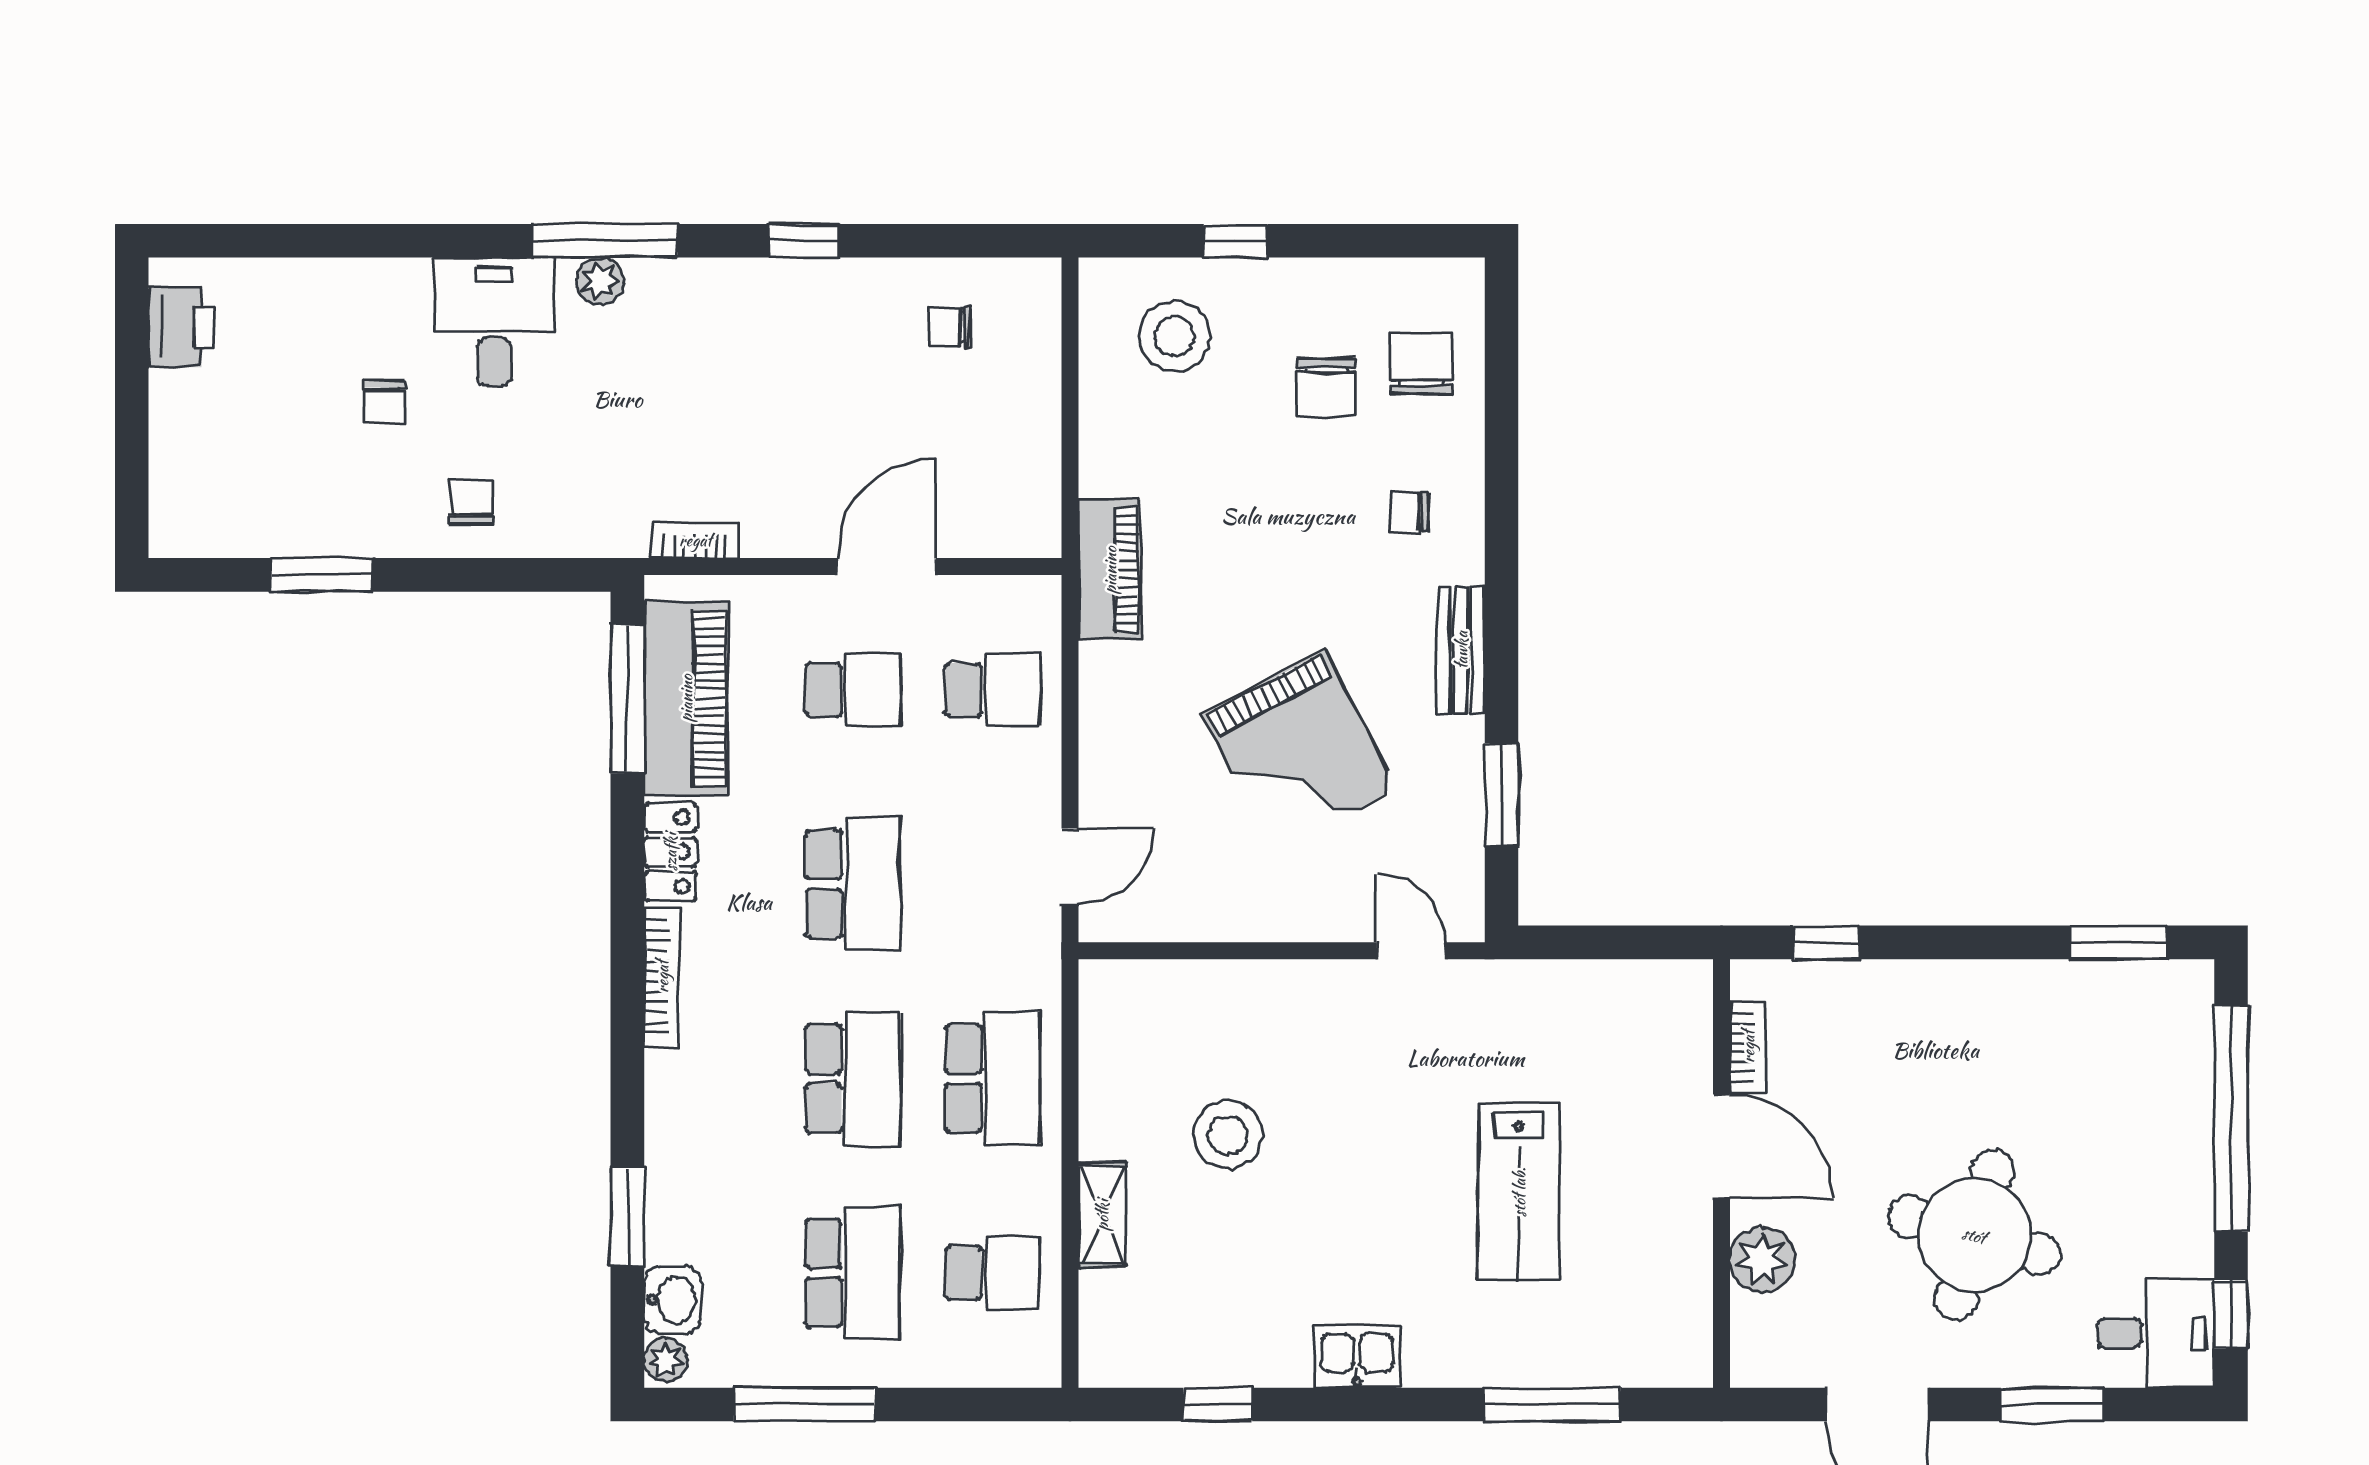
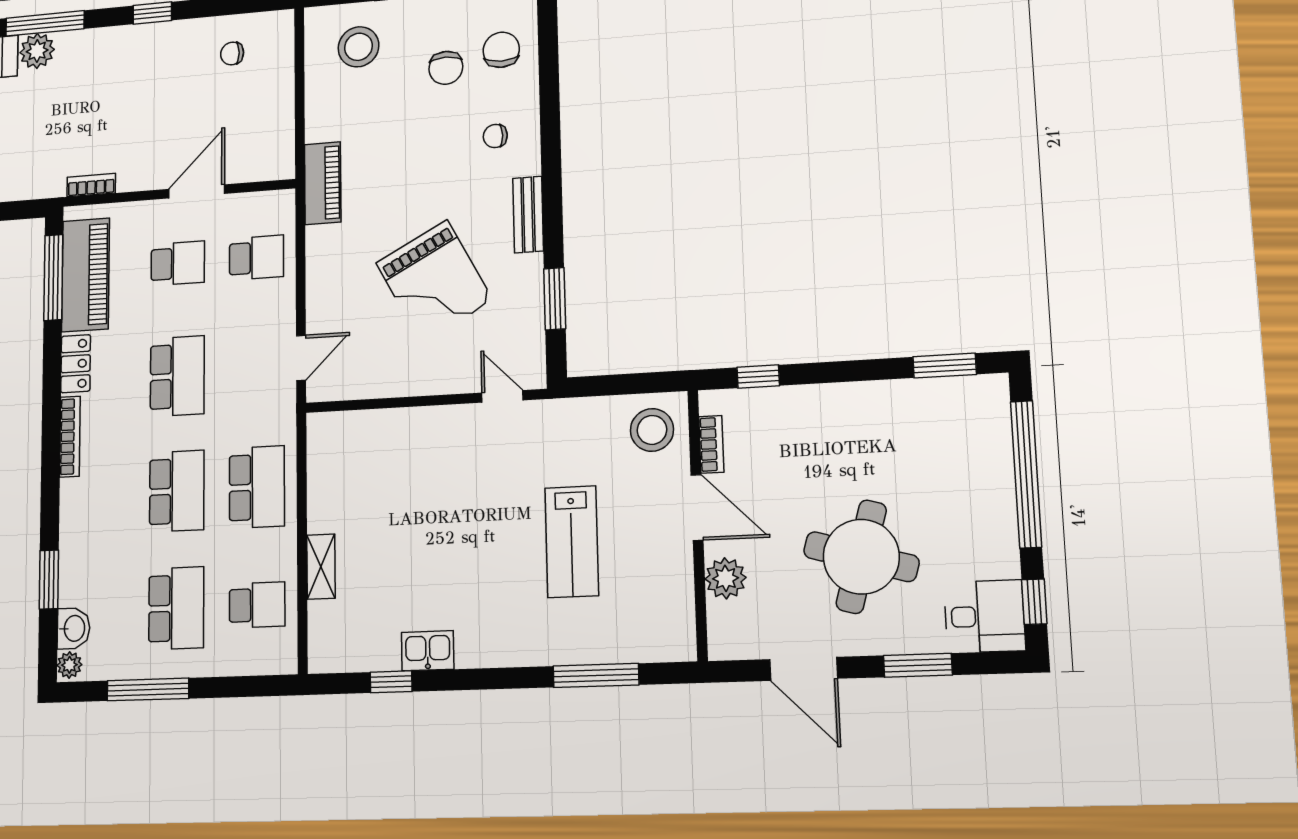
plant: (600, 281) -> (37, 51), width x1.38, depth x1.38
stool: (1228, 1135) -> (652, 430), moved
kitchen sink: (1357, 1357) -> (428, 651), moved

